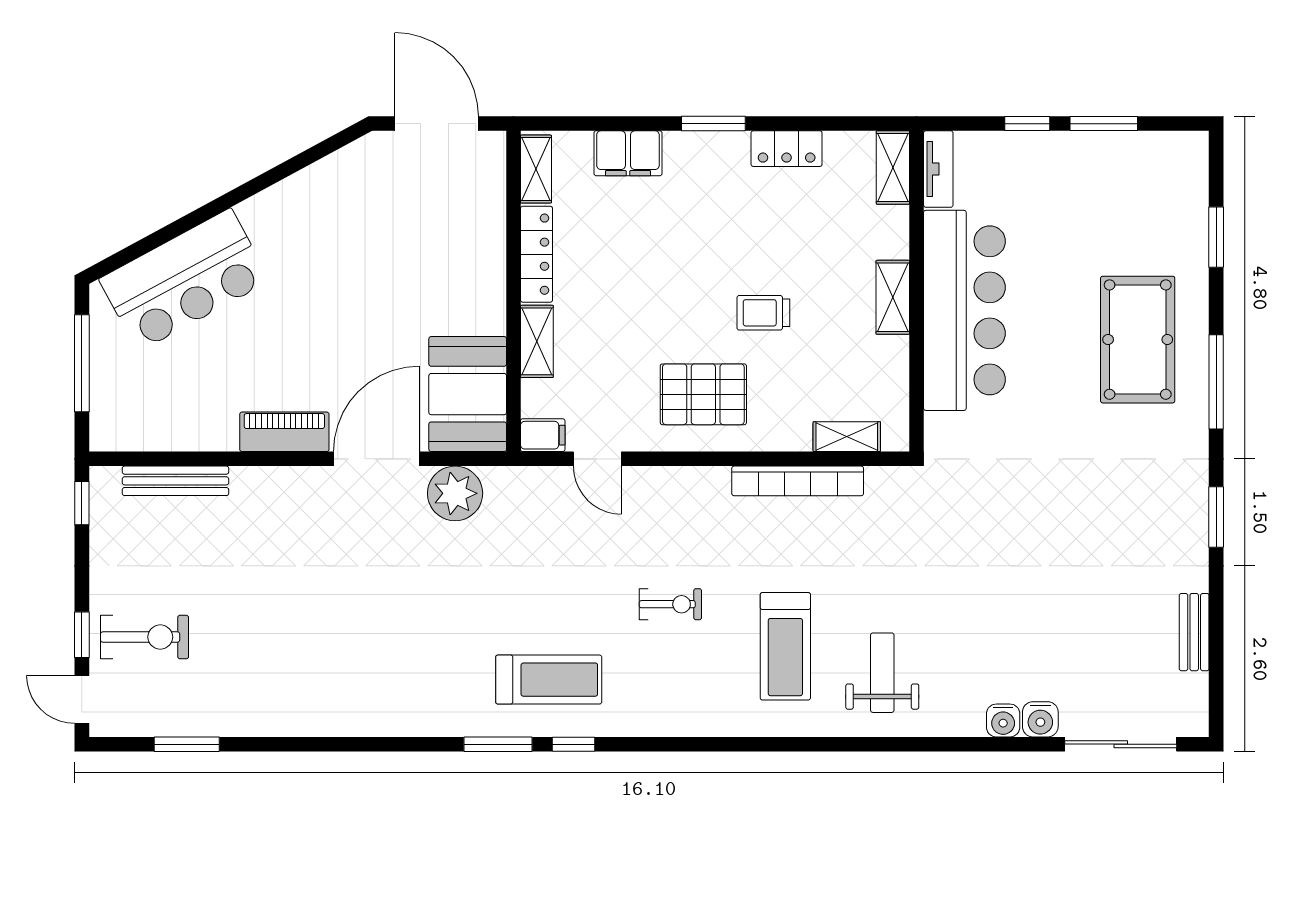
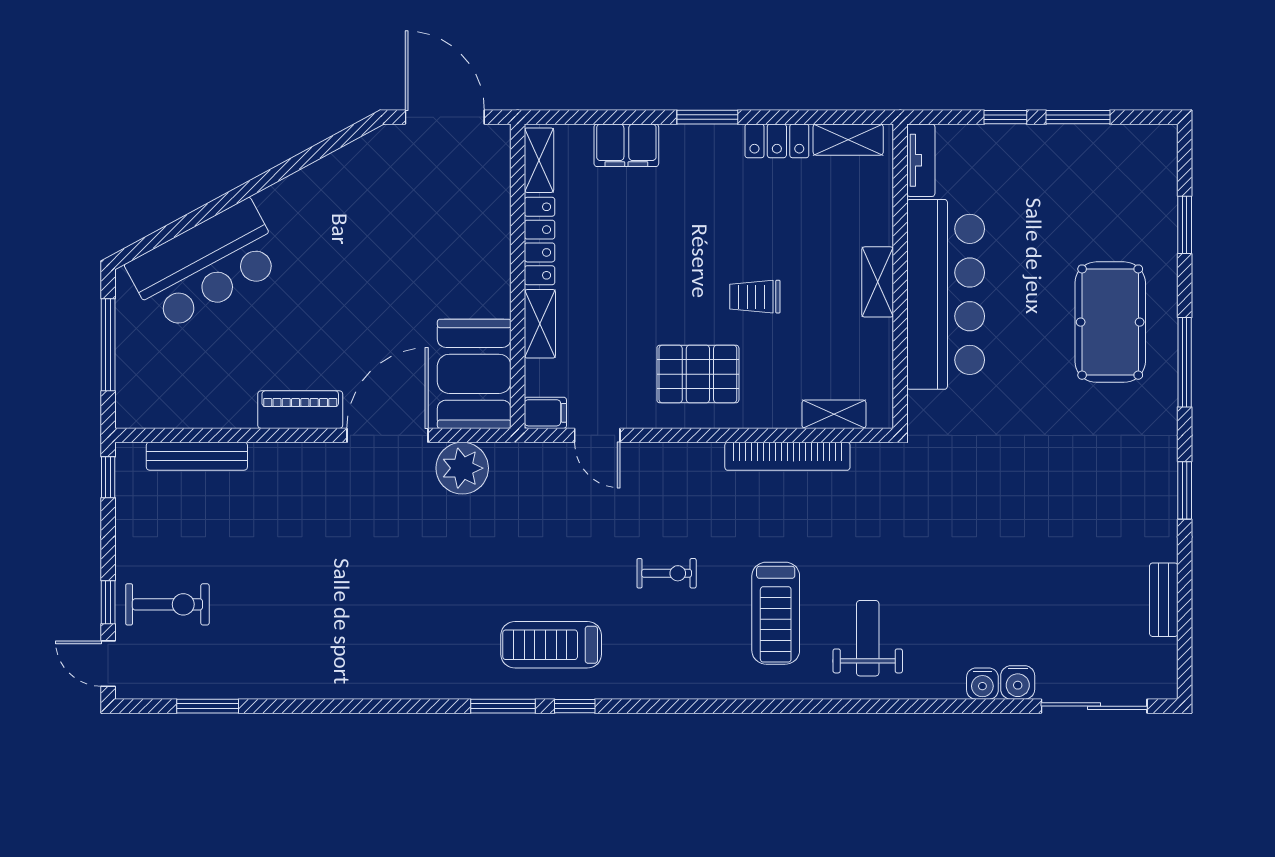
shelving: (893, 168) -> (848, 140), moved, turned 90
treadmill: (549, 680) -> (551, 645), turned 180

